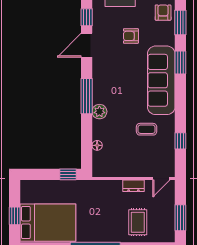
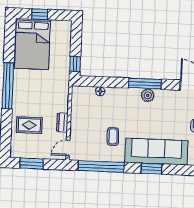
window: (180, 62) -> (151, 169), moved
plant: (99, 112) -> (148, 95), moved
window: (180, 141) -> (101, 167), width x3.17
door: (161, 178) -> (68, 148), hinge flipped

